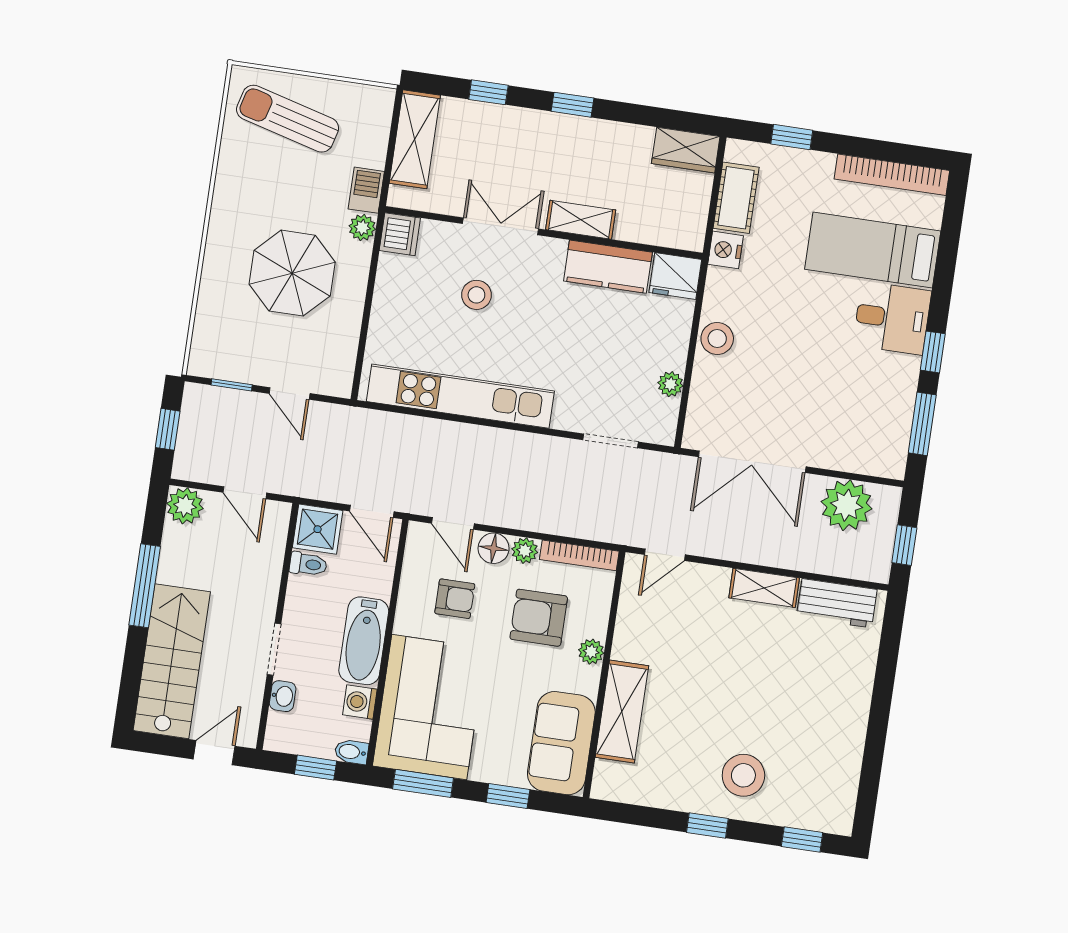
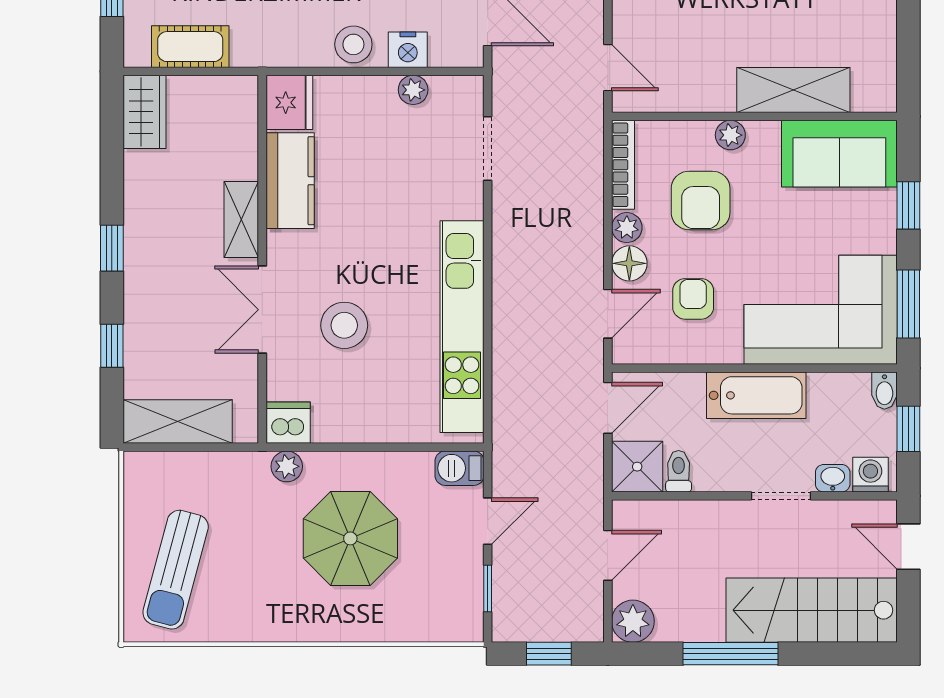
barbecue: (366, 190) -> (459, 468), moved
nightstand: (726, 250) -> (408, 50), moved
stool: (476, 295) -> (344, 325), width x1.38, depth x1.38
washing machine: (360, 702) -> (870, 475), moved, turned 180

